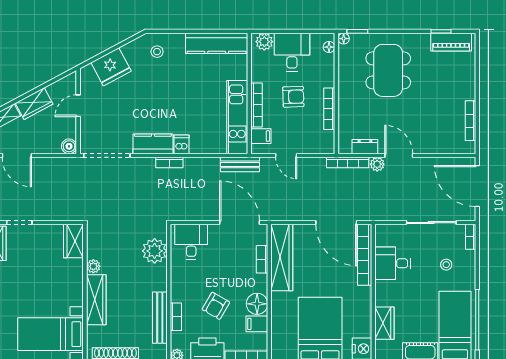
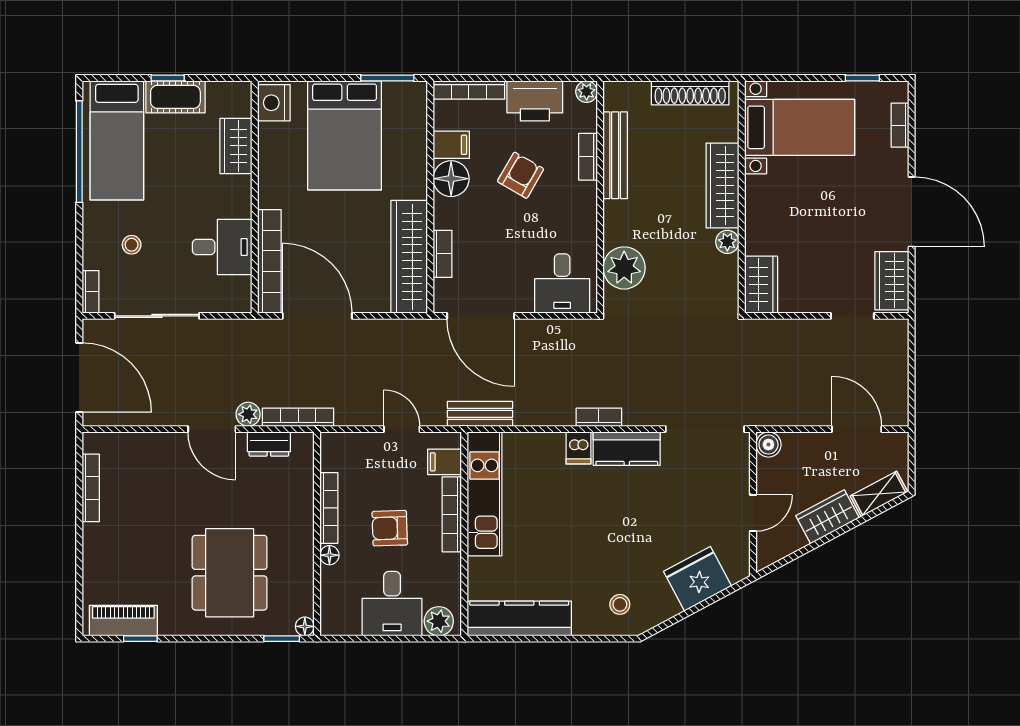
floor lamp: (329, 47) -> (329, 555), moved

